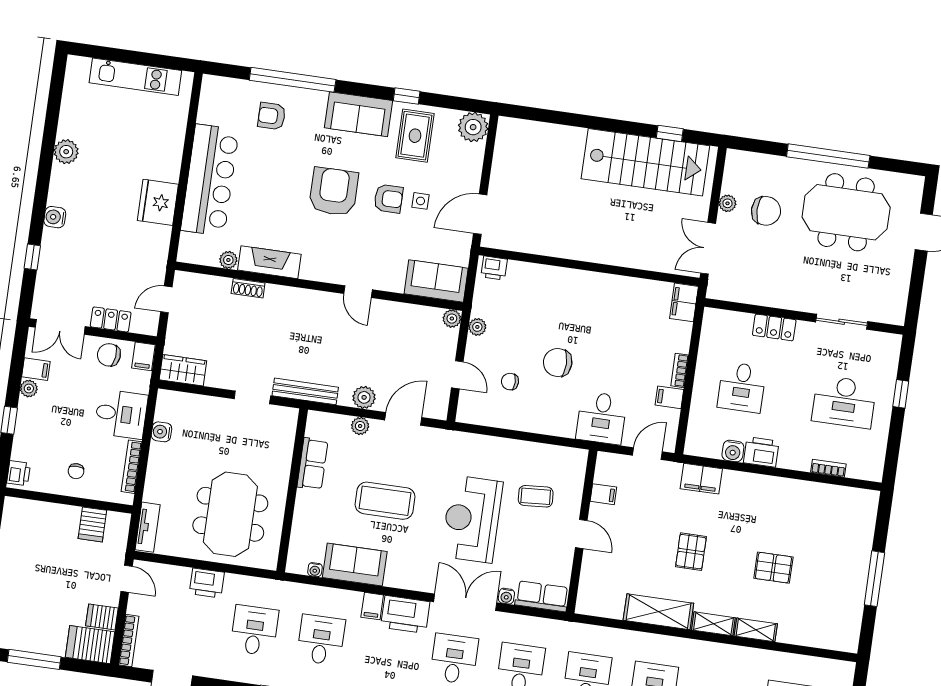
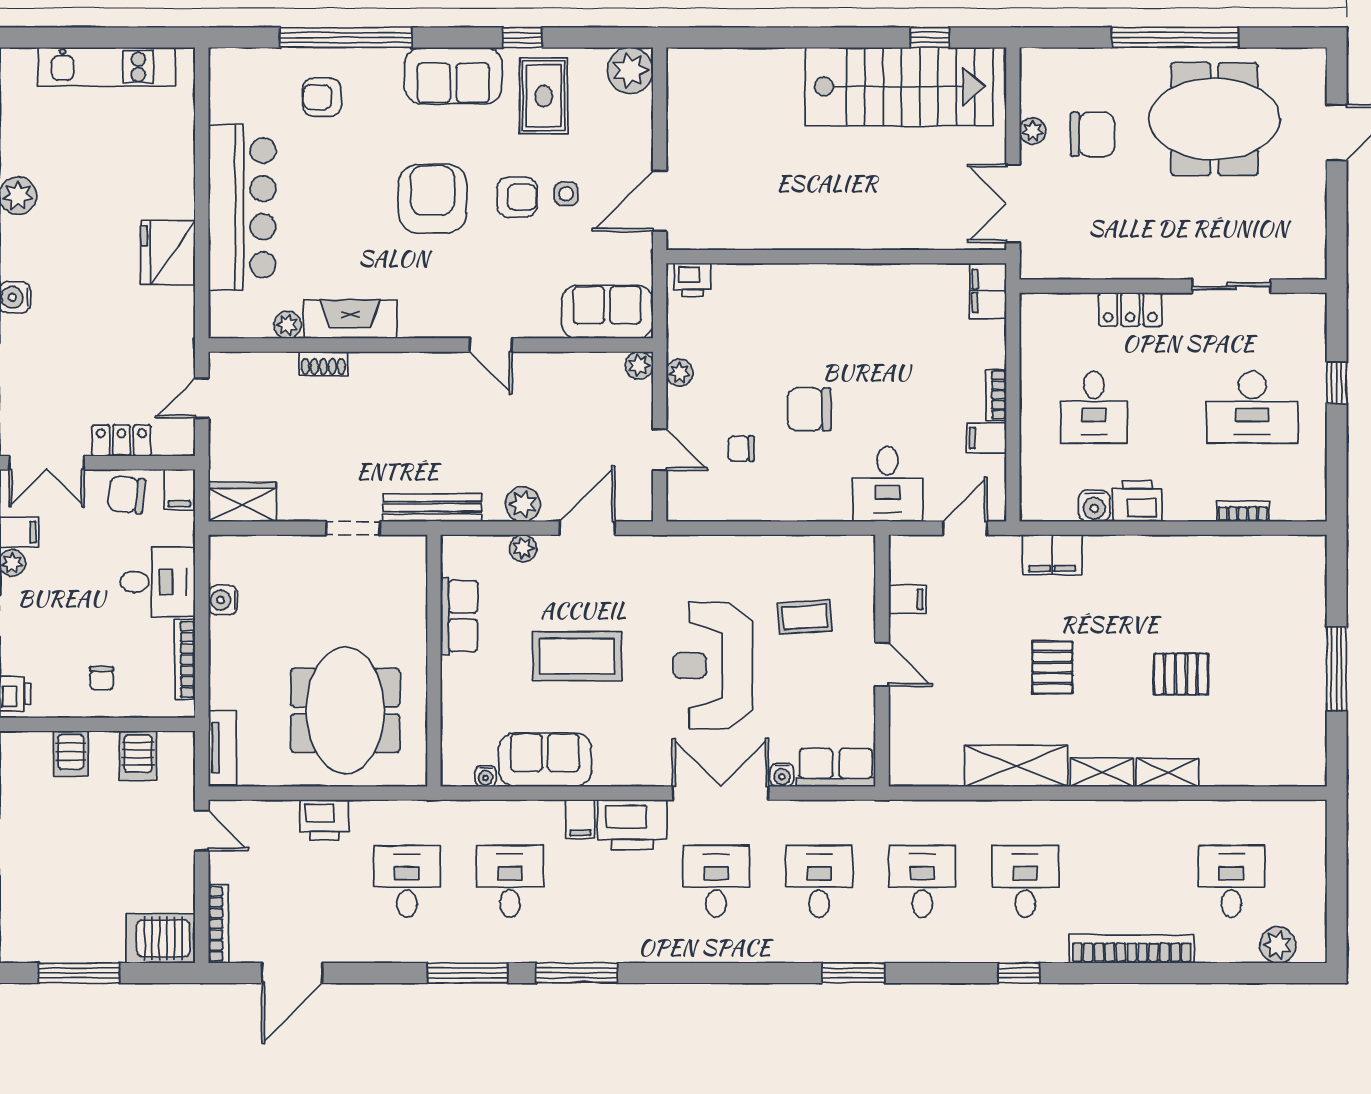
server rack: (102, 617) -> (71, 754), moved, turned -90

